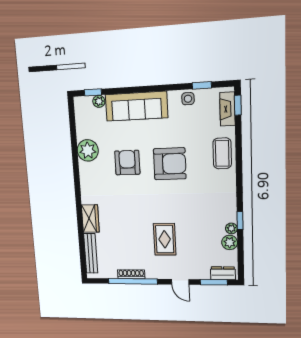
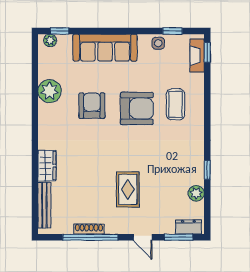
plant: (99, 101) -> (50, 40), moved
coffee table: (222, 153) -> (175, 104), moved
plant: (231, 228) -> (198, 178), removed

